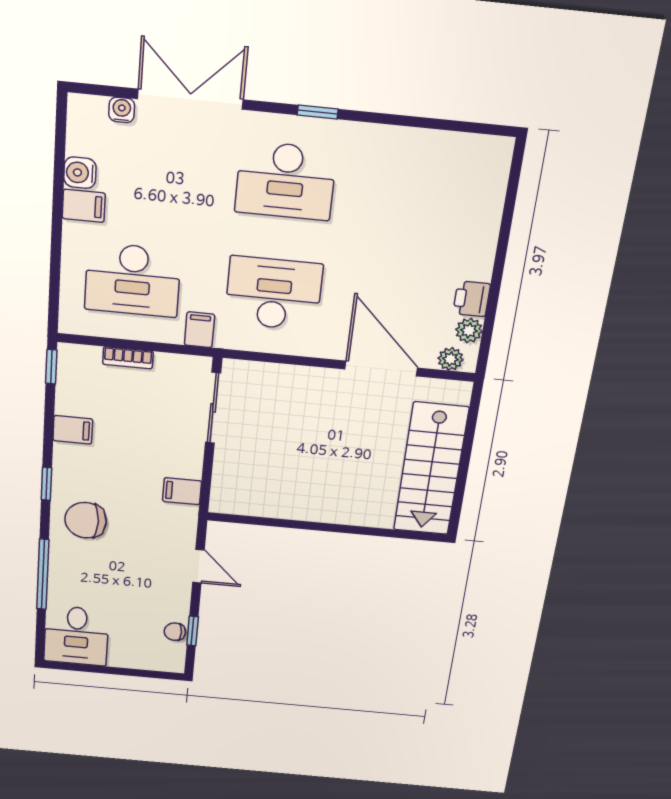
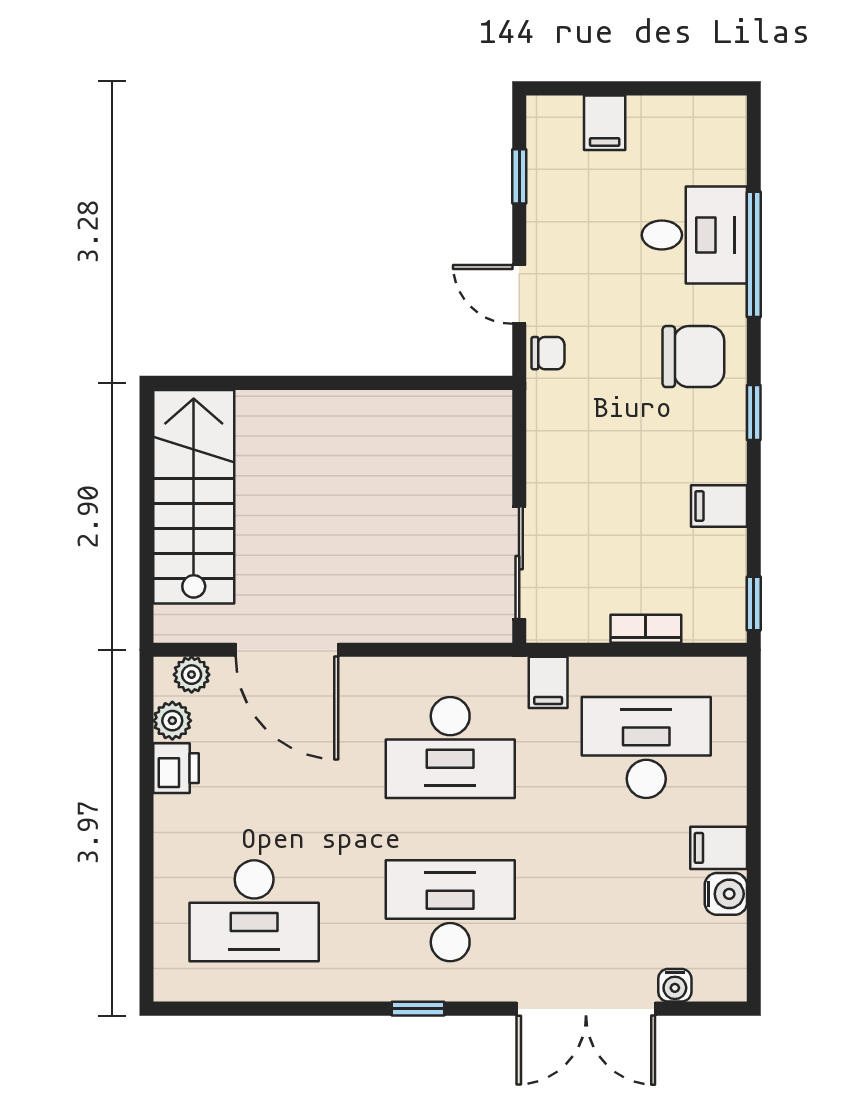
desk: (431, 195) -> (254, 911), added
filing cabinet: (182, 491) -> (605, 123), moved, turned 90
chair: (175, 632) -> (548, 353), moved
desk: (76, 636) -> (694, 235), moved, turned 90

